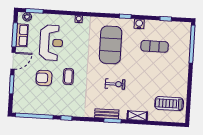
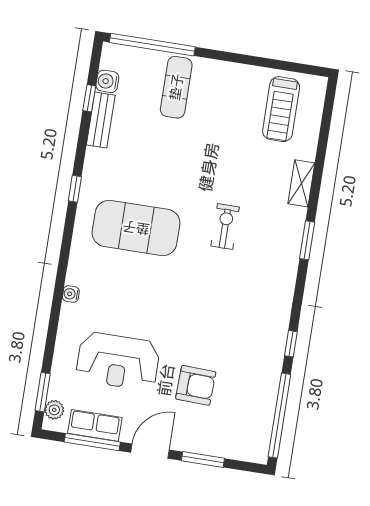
water cooler: (139, 24) -> (107, 81), moved
reception desk: (51, 43) -> (118, 361), turned 180
exercise mat: (155, 46) -> (176, 87), moved
door: (13, 61) -> (150, 451), hinge flipped
coffee table: (68, 76) -> (198, 330), removed
armchair: (44, 78) -> (196, 385), turned -88
bench: (107, 114) -> (101, 120), moved

